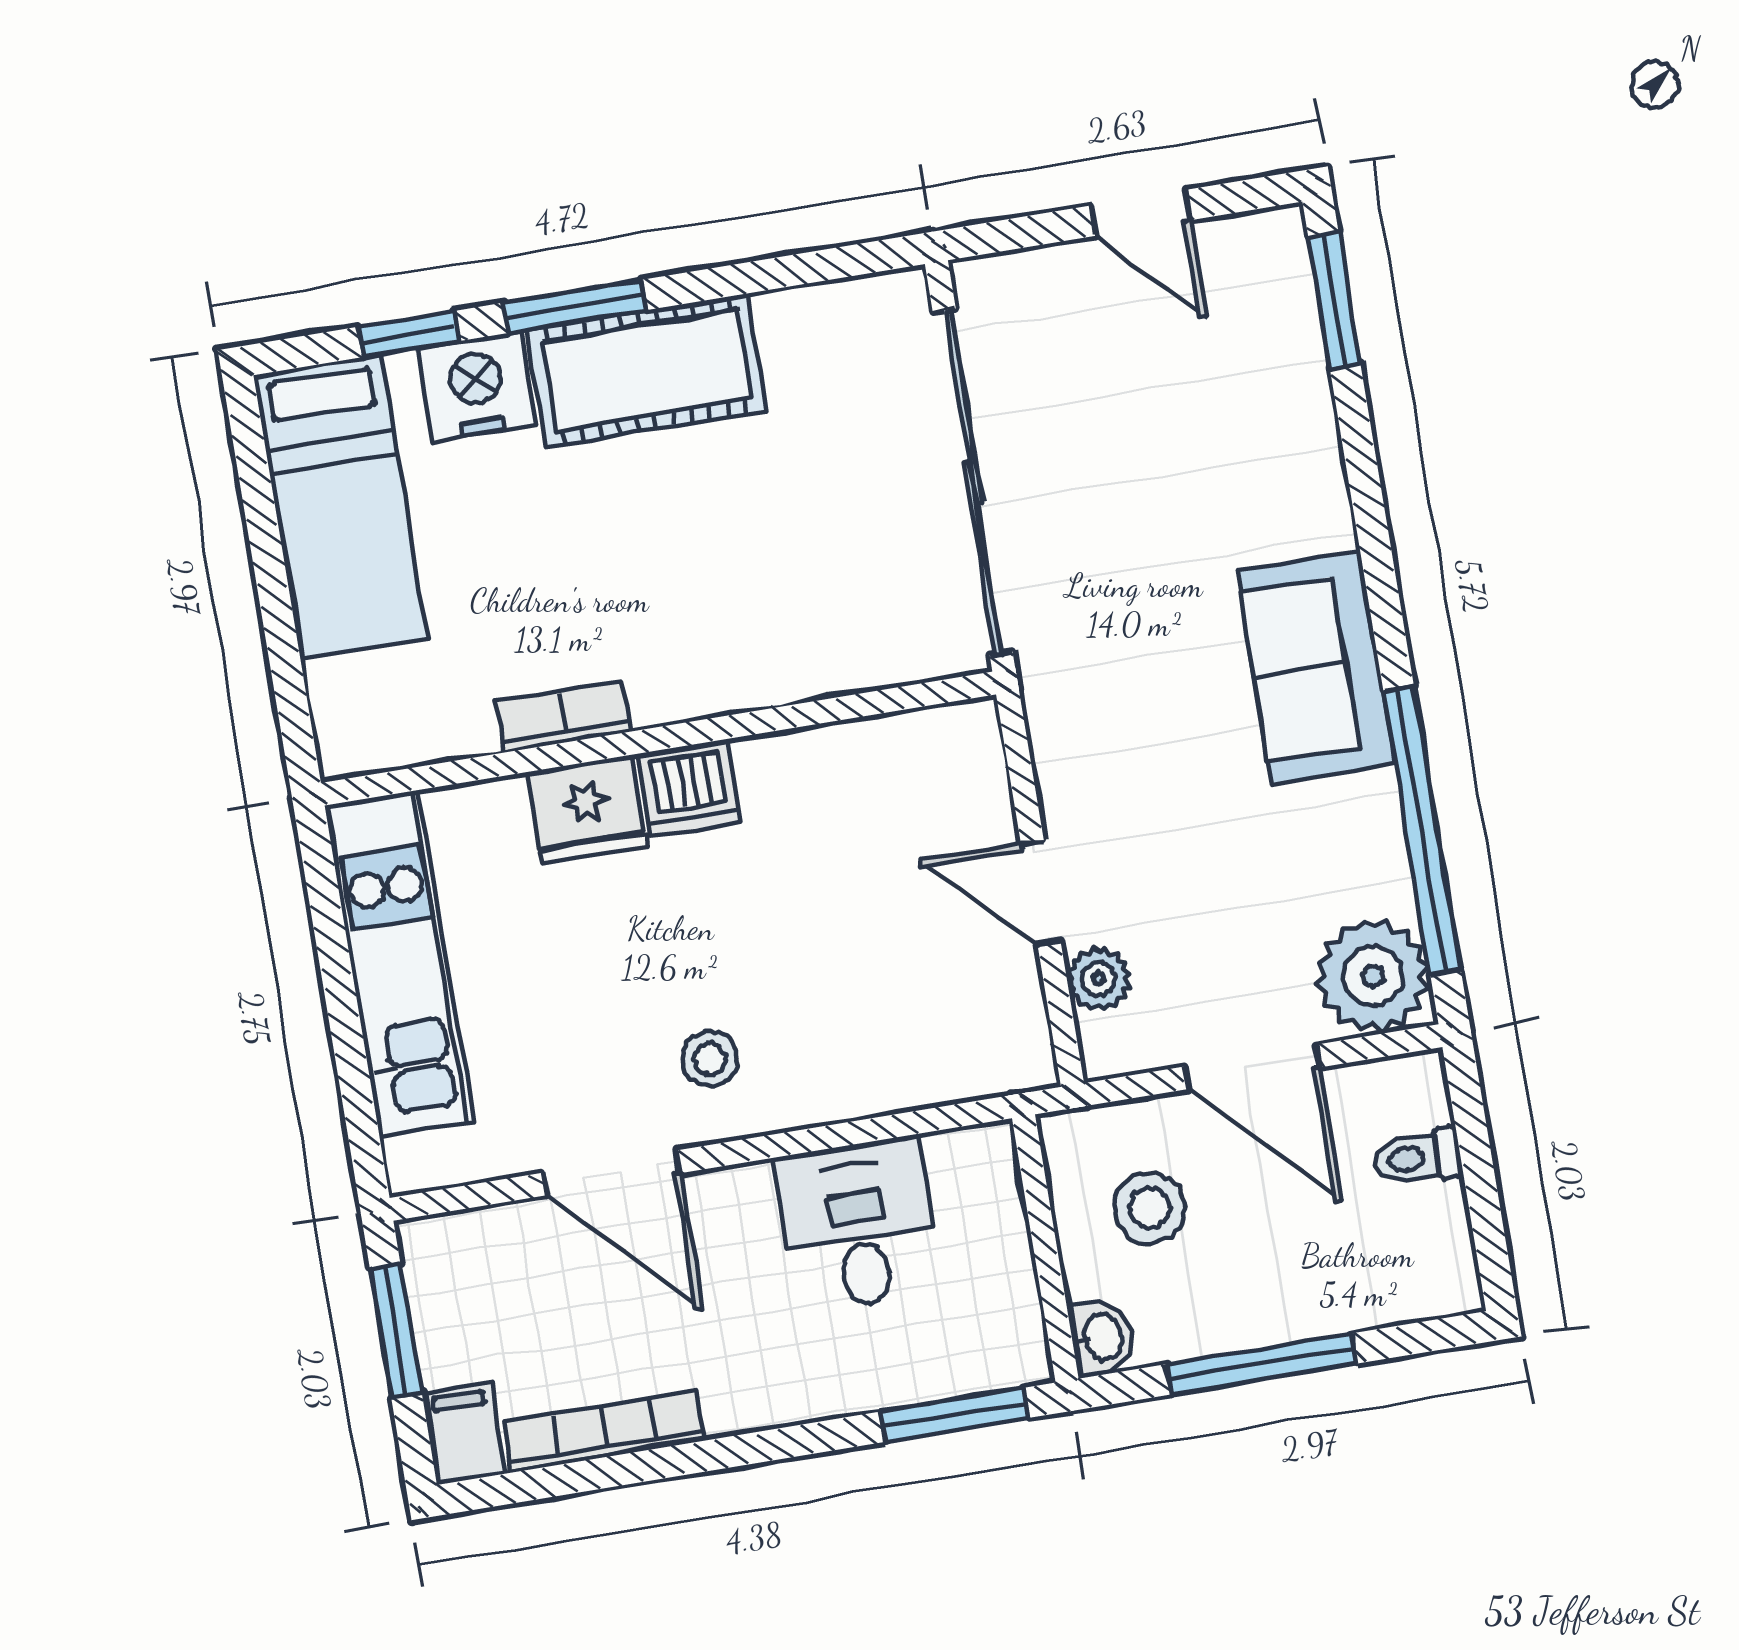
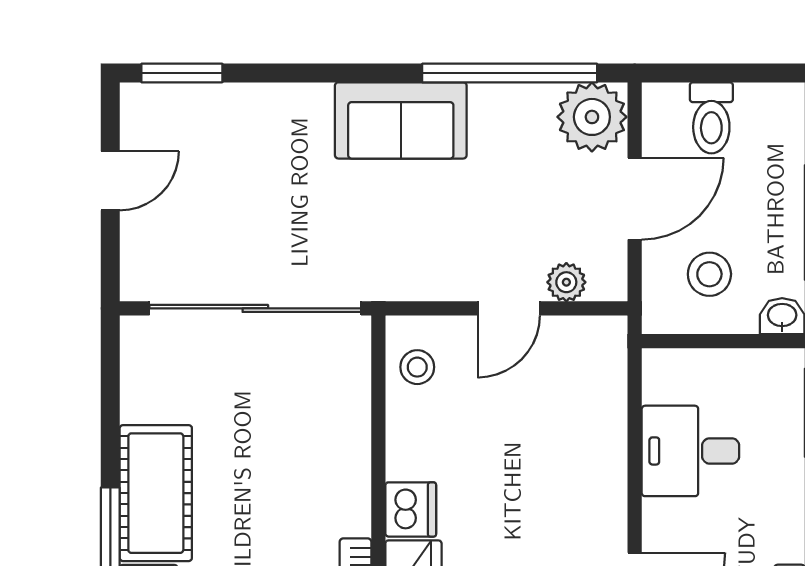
stool: (710, 1059) -> (417, 367), moved
toilet: (1418, 1157) -> (711, 118), width x1.37, depth x1.39

